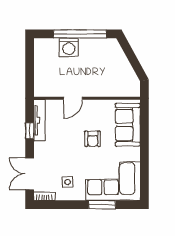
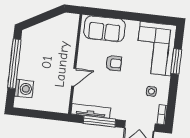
washing machine: (69, 47) -> (24, 89), moved
door: (73, 98) -> (74, 77), hinge flipped
window: (30, 131) -> (99, 121), width x2.17

